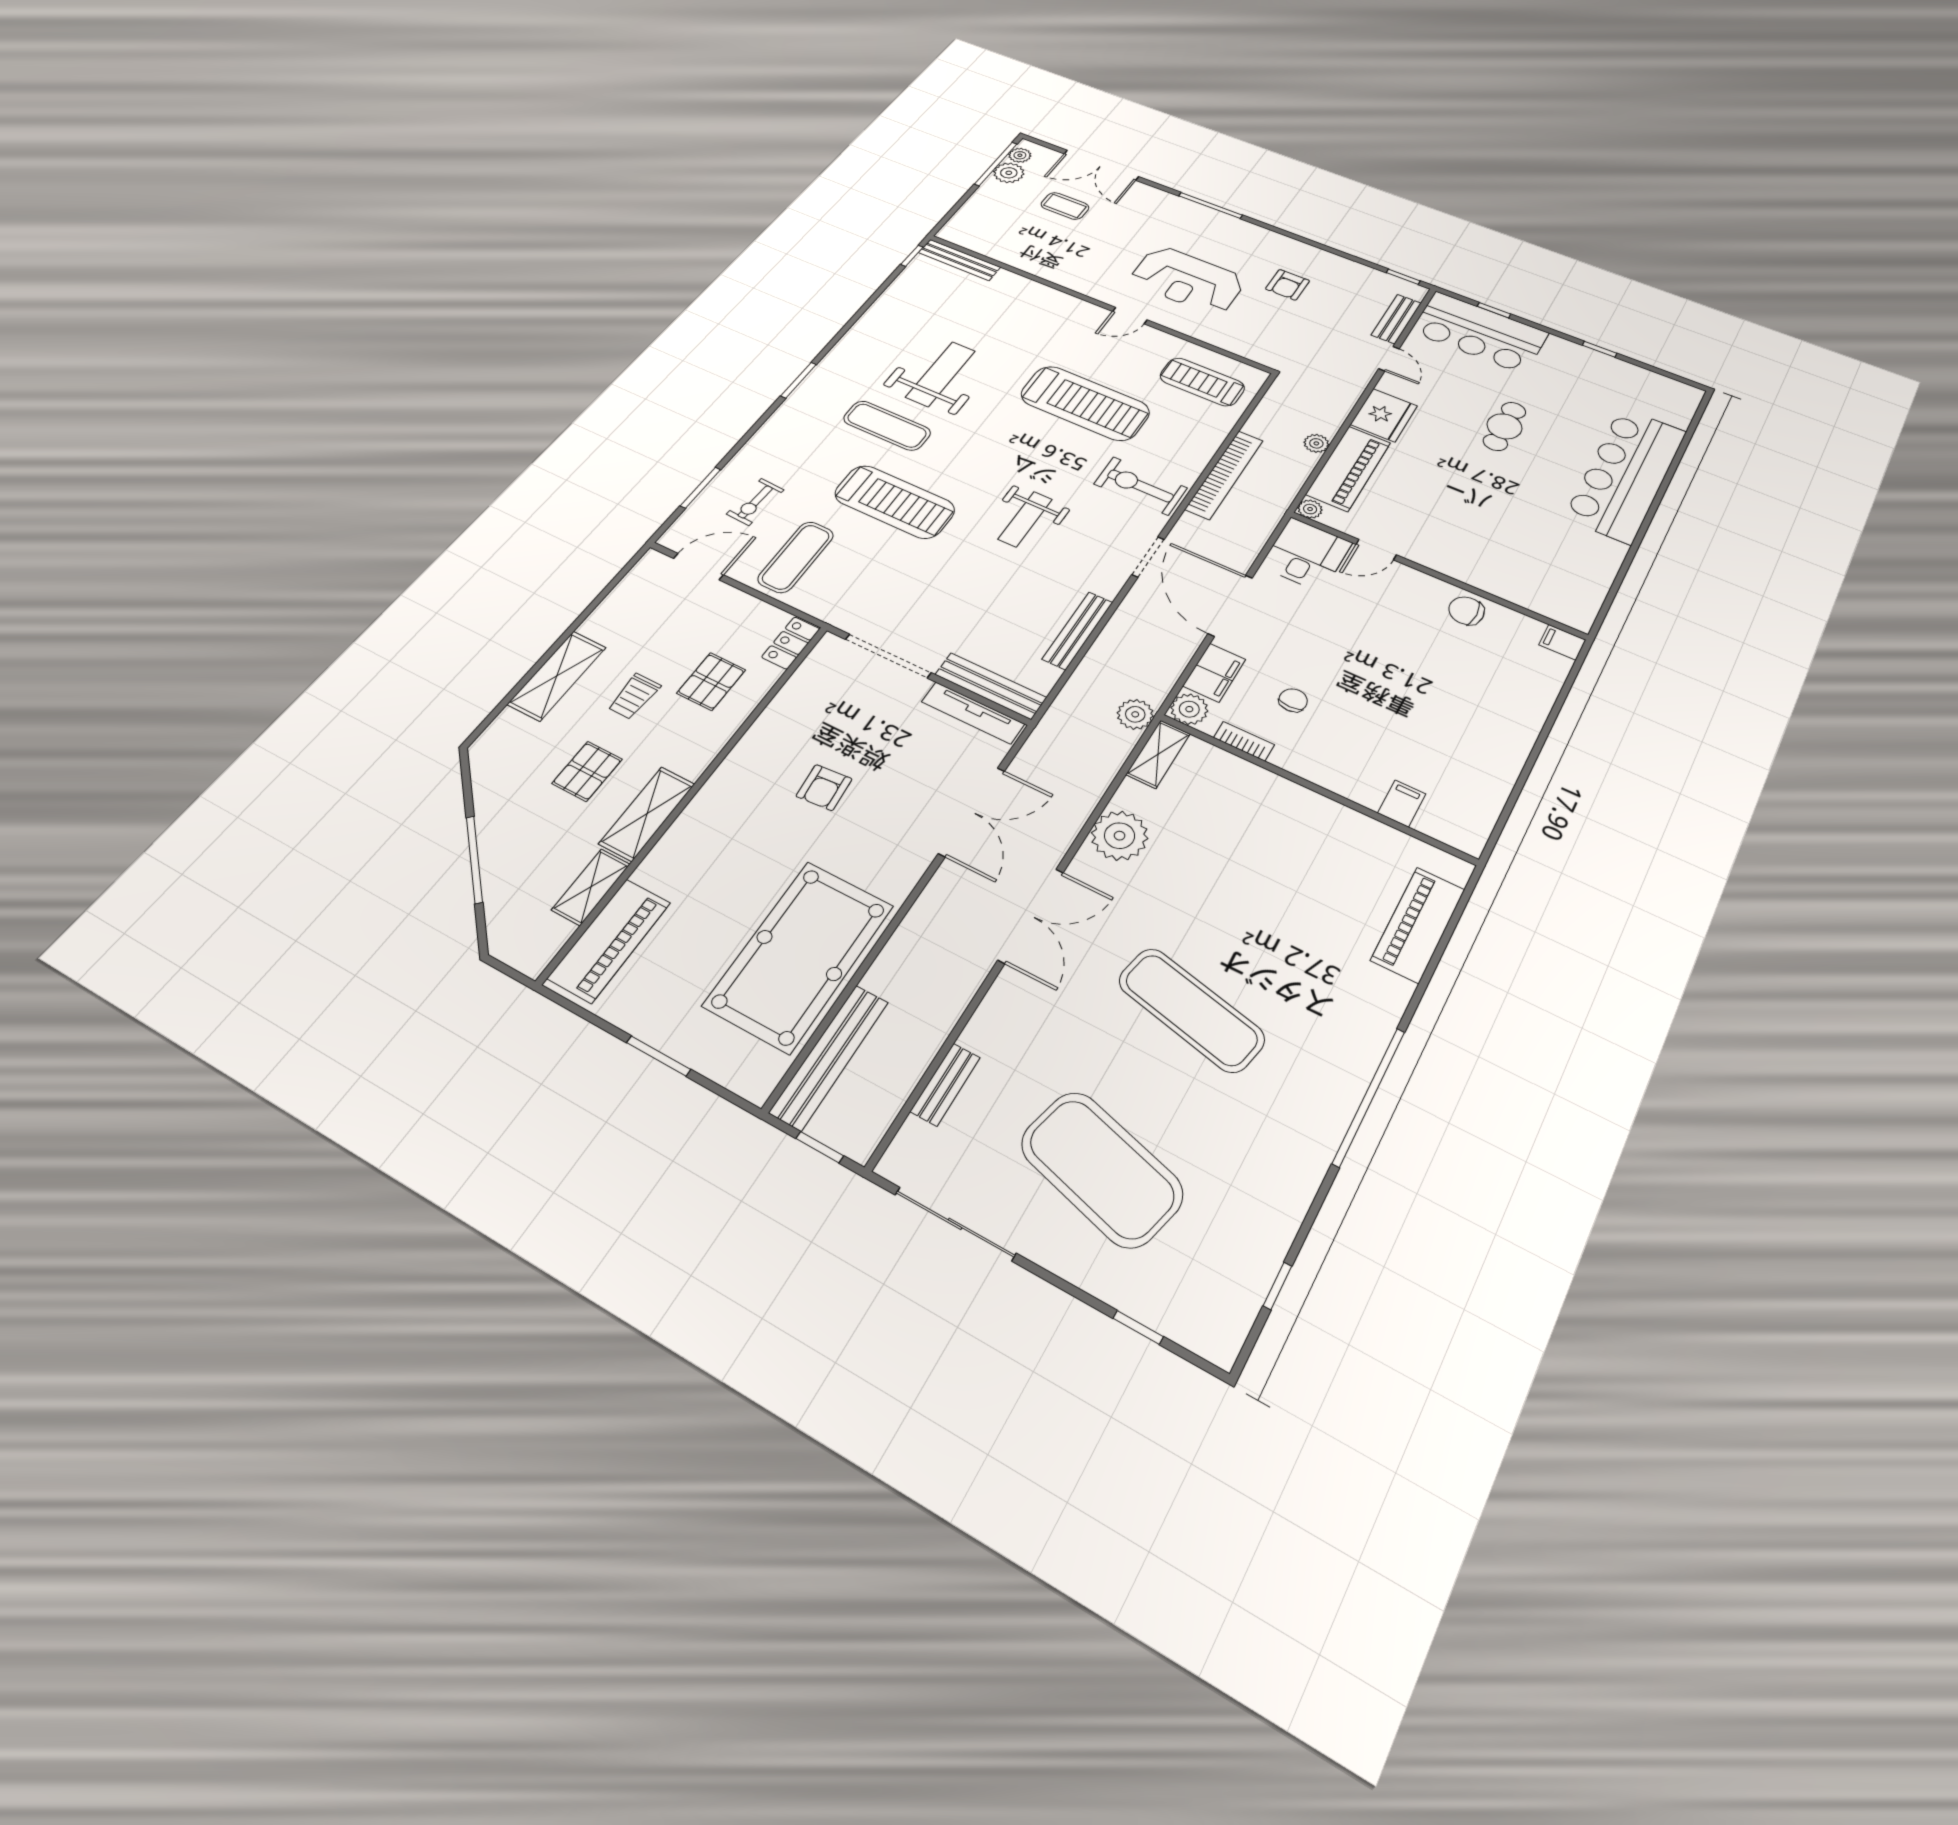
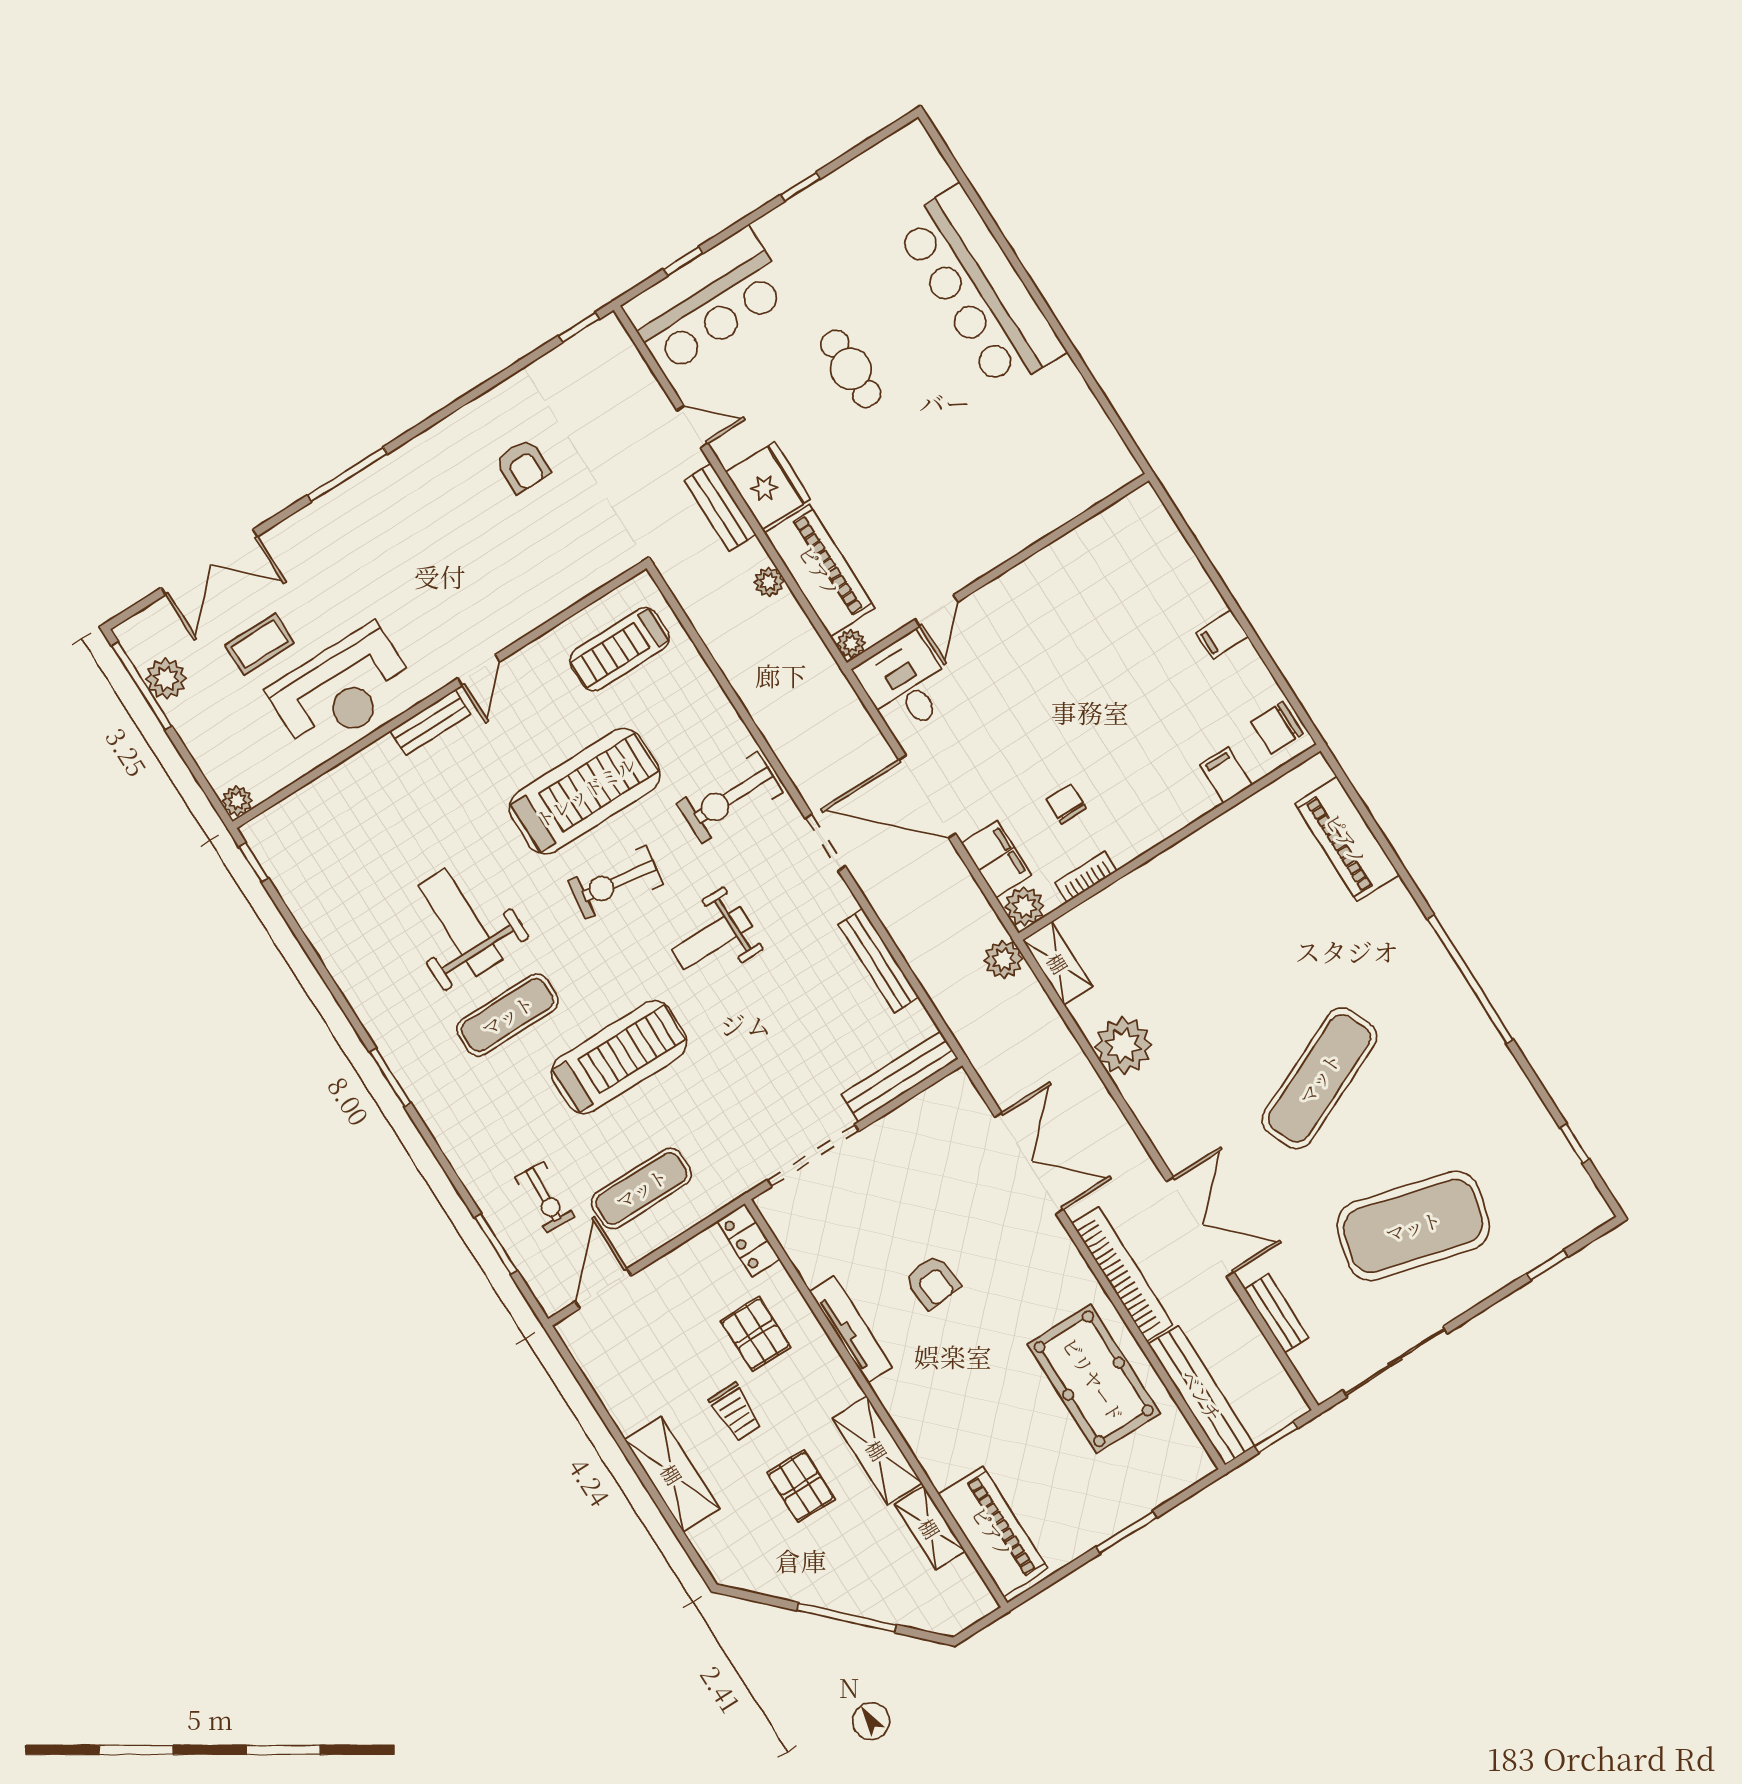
plant: (1020, 155) -> (237, 801), moved
bench: (959, 260) -> (430, 723), moved, width x0.73
reception desk: (1188, 280) -> (342, 690), moved
bench: (1396, 319) -> (720, 507), moved
exercise bike: (1030, 447) -> (616, 882), added
bookcase: (1224, 475) -> (1122, 1274), moved
weight bench: (1025, 519) -> (712, 938), turned 90
exercise mat: (796, 557) -> (641, 1188), turned 90
chair: (1466, 611) -> (1277, 728), moved
filing cabinet: (1562, 642) -> (1222, 635), moved
tv unit: (973, 713) -> (851, 1329), moved, turned -90
double door: (1031, 916) -> (1200, 1227), moved
pool table: (799, 955) -> (1094, 1379), width x0.73, depth x0.76
exercise mat: (1191, 1010) -> (1319, 1078), turned -36

